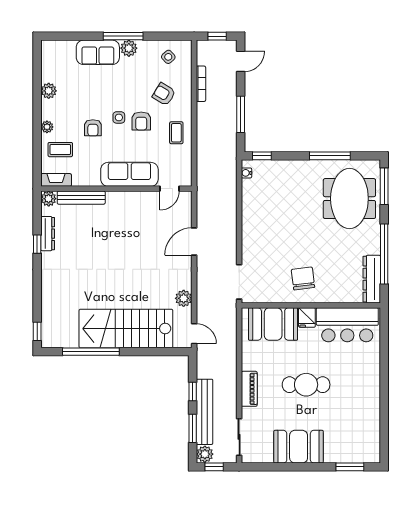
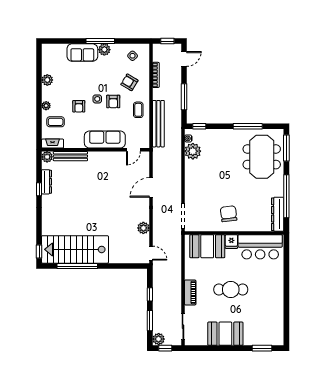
plant: (253, 191) -> (193, 151), added
stairs: (126, 329) -> (75, 249), moved
bench: (205, 412) -> (158, 124), moved

